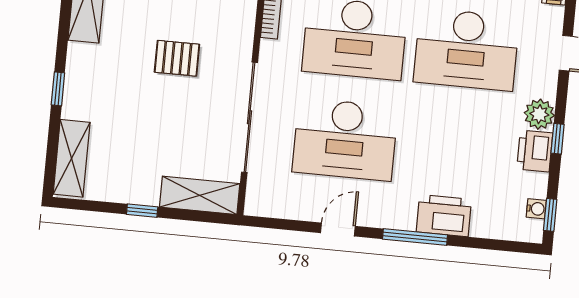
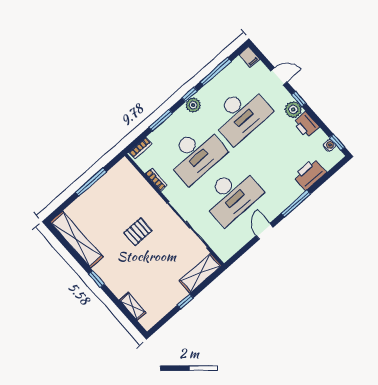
window: (58, 89) -> (96, 279), moved
window: (558, 139) -> (299, 99), moved
shelving: (72, 158) -> (133, 306), width x0.67, depth x0.75
printer: (444, 216) -> (310, 174), moved

